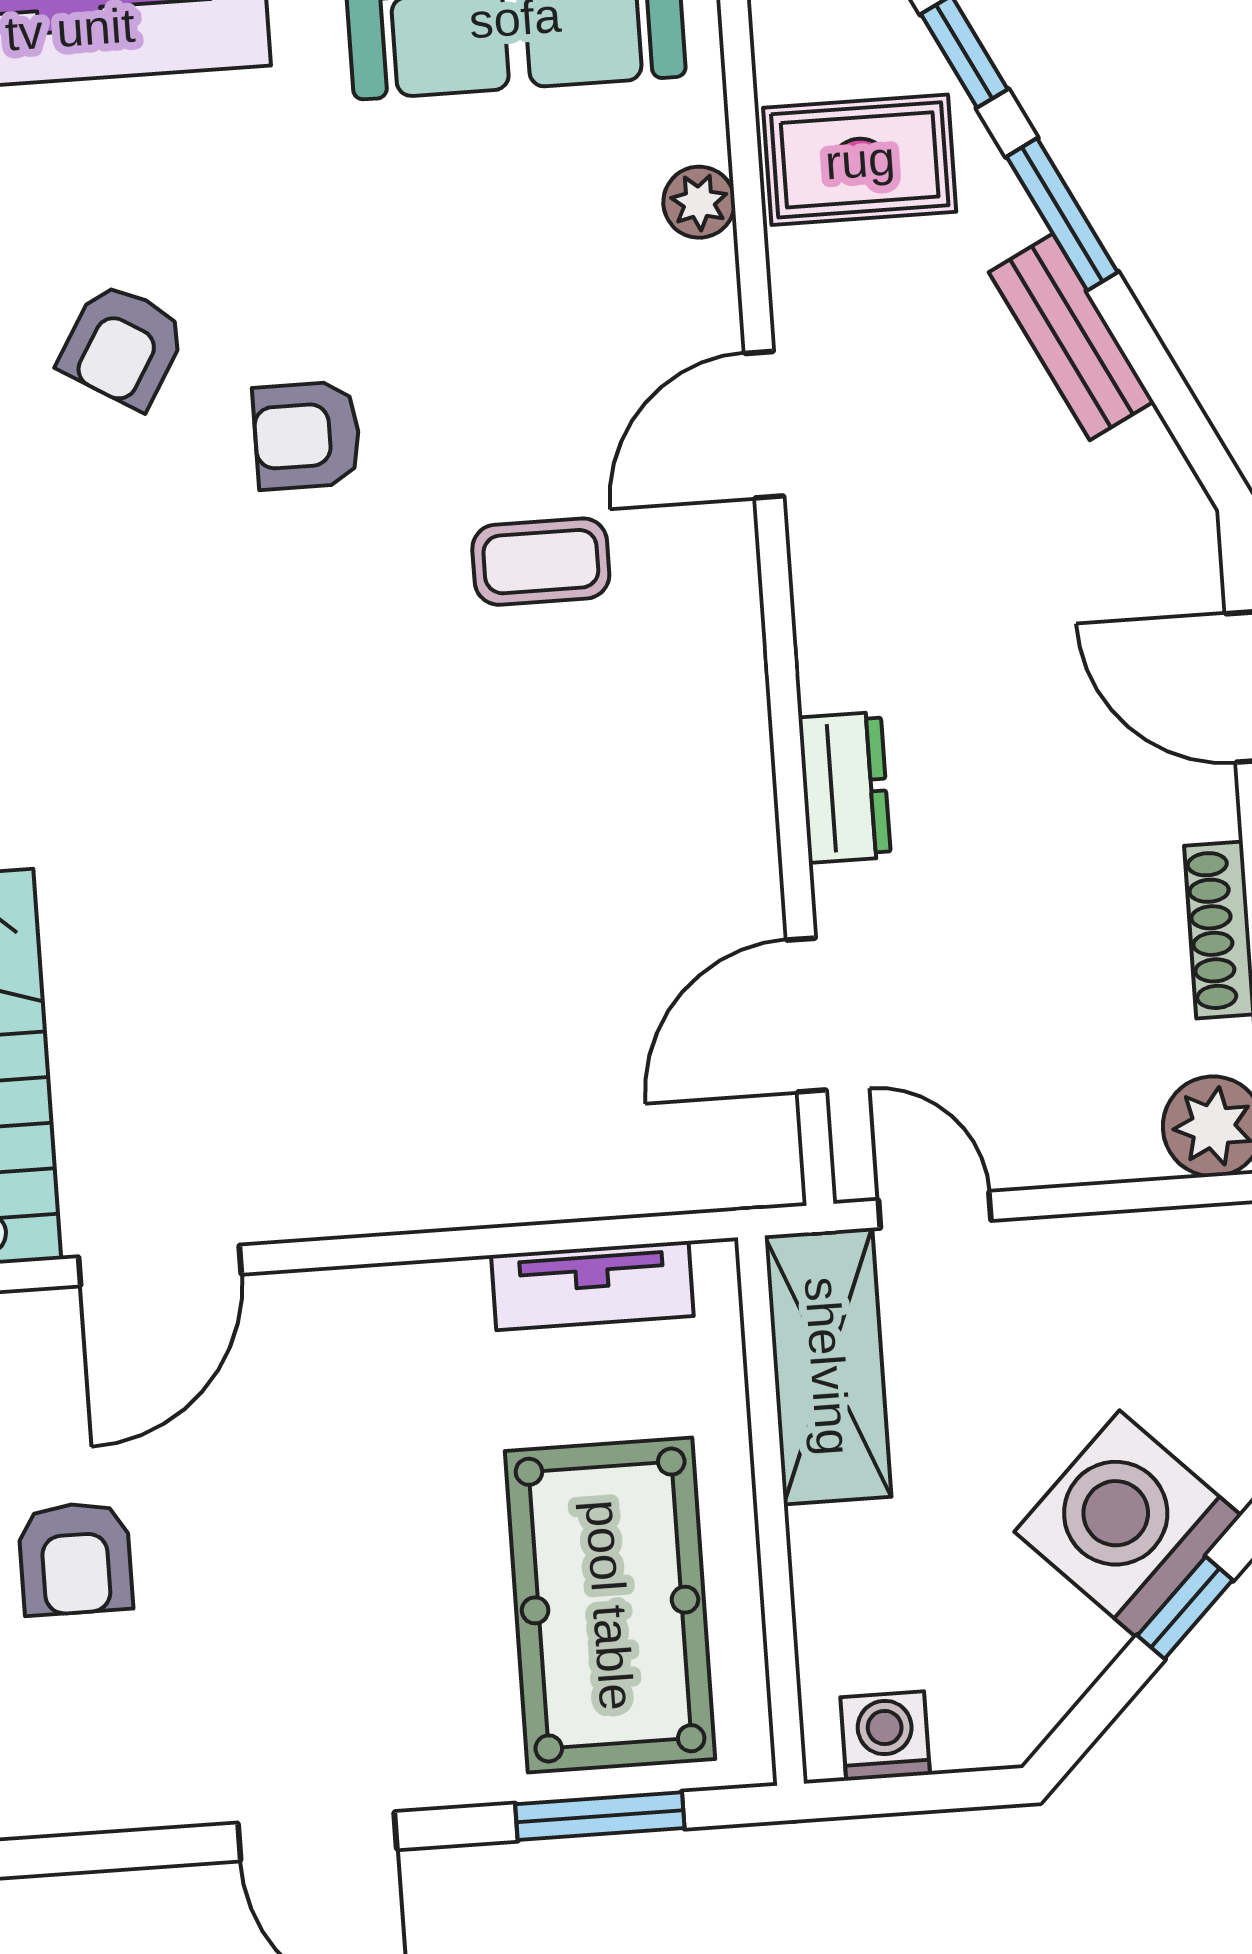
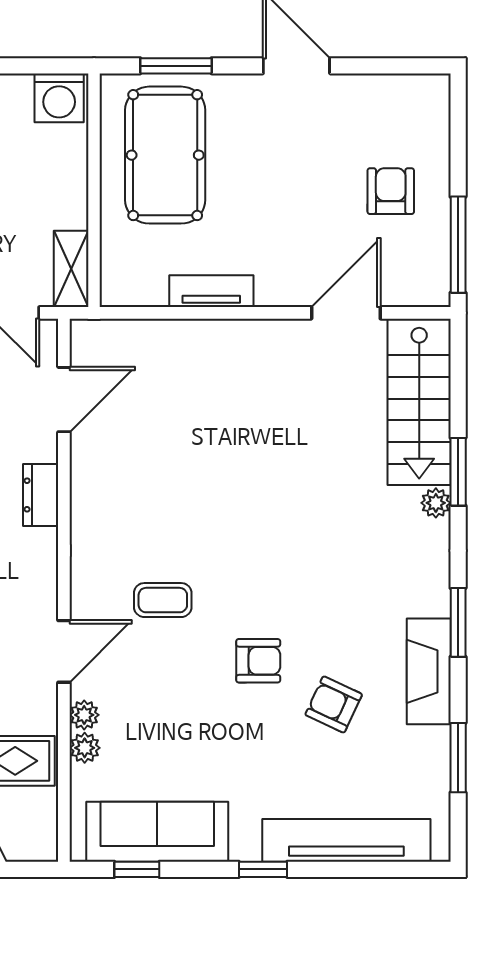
plant: (706, 279) -> (84, 715), added
armchair: (123, 346) -> (334, 704), turned -96
tv unit: (592, 1286) -> (211, 291), moved
shelving: (828, 1366) -> (71, 269), width x0.67, depth x0.75
washing machine: (885, 1736) -> (59, 98), width x1.38, depth x1.38

